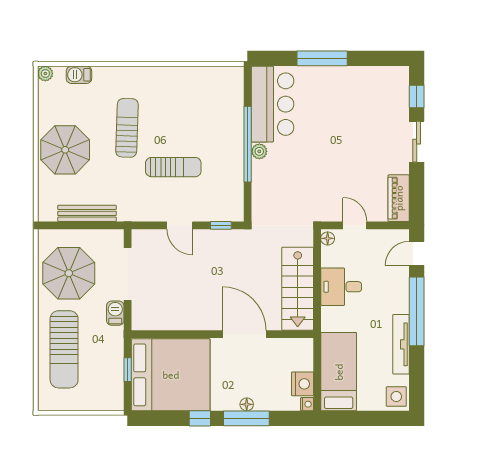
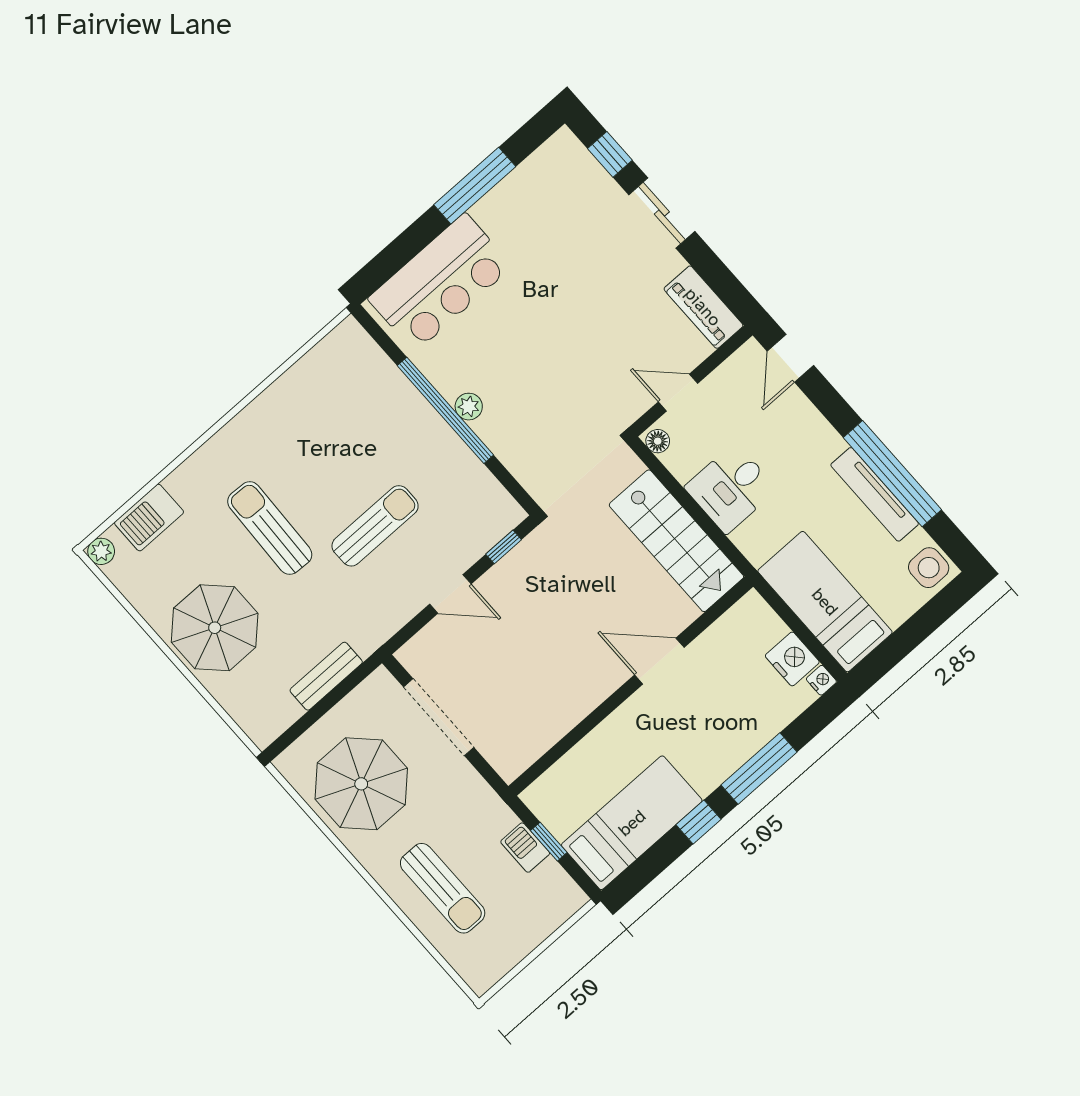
window: (322, 58) -> (475, 186), moved
barbecue: (79, 75) -> (149, 517), width x1.38, depth x1.27
bar counter: (273, 104) -> (440, 283), moved, turned 90
bench: (87, 213) -> (326, 676), width x0.73
window: (417, 311) -> (892, 474), moved
barbecue: (115, 313) -> (525, 848), moved
door: (244, 334) -> (659, 661), width x0.73
sun lounger: (64, 349) -> (443, 888), width x0.73, depth x0.75
bed: (171, 375) -> (632, 823), width x0.49
floor lamp: (247, 404) -> (743, 750), removed

